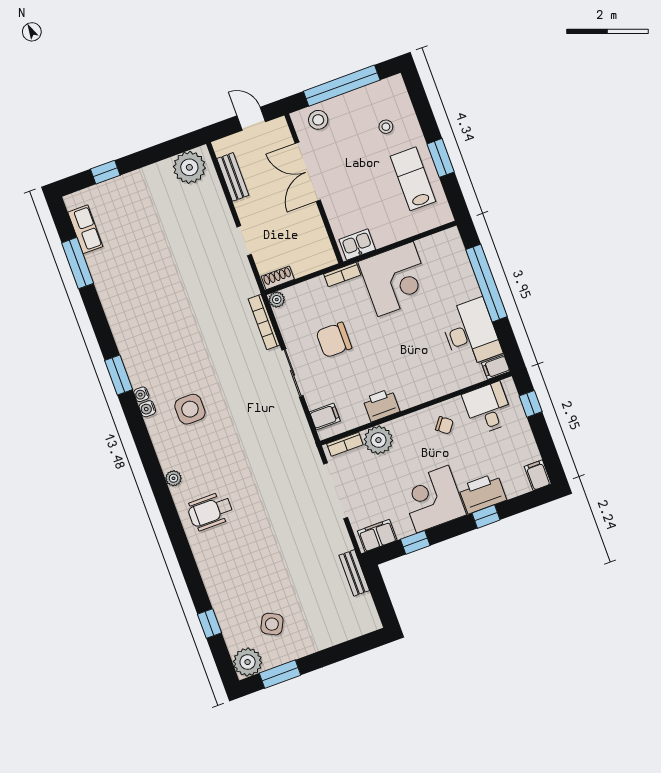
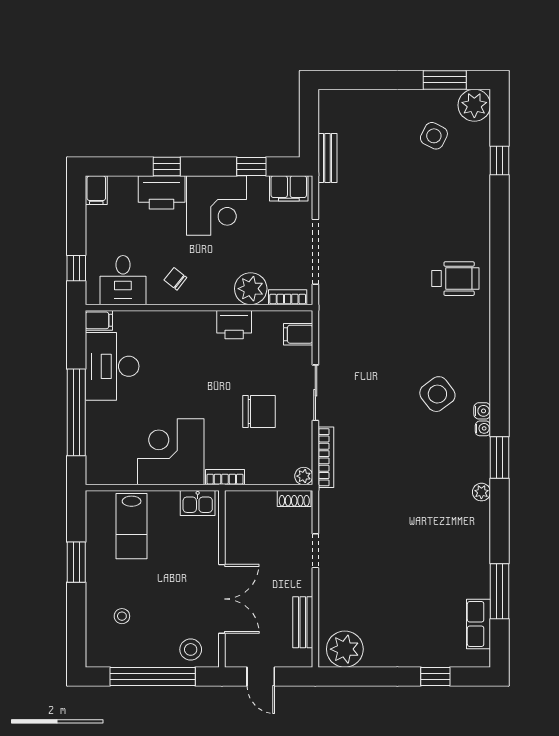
lab bench: (413, 179) -> (132, 526), moved
side table: (190, 409) -> (437, 394), turned -37
plant: (173, 478) -> (481, 492), moved

